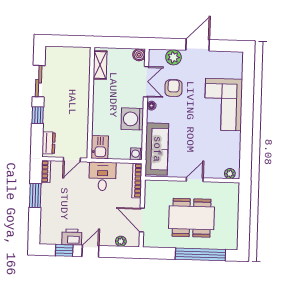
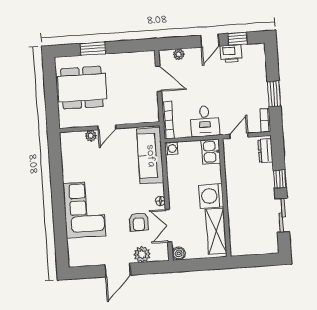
shelving: (100, 65) -> (216, 231), width x1.50, depth x1.33
washing machine: (132, 119) -> (211, 196), moved, turned 180
plant: (230, 174) -> (91, 136), moved
dining table: (192, 218) -> (82, 88), moved
window: (200, 254) -> (93, 49), width x0.47

